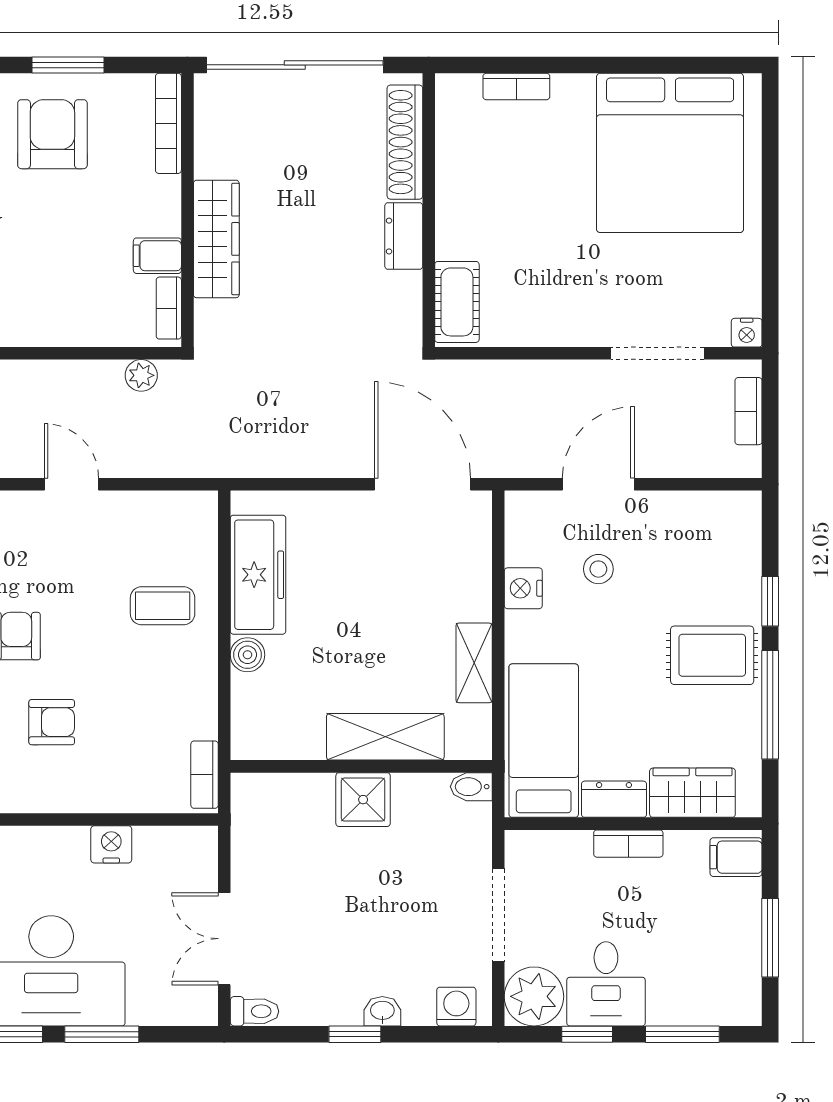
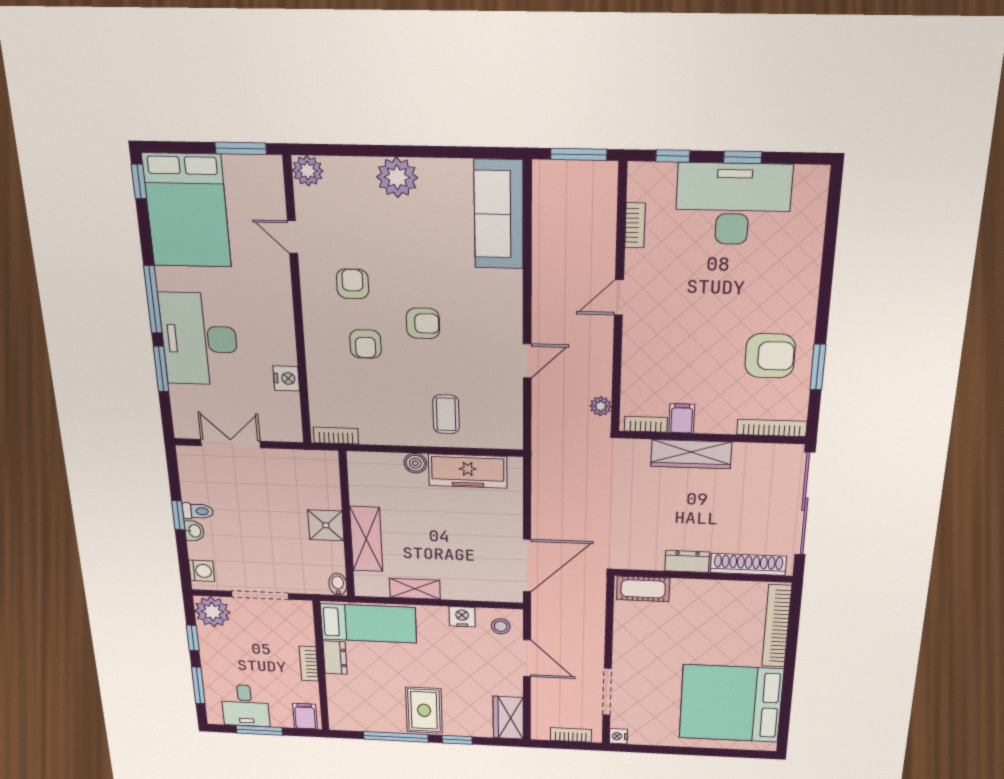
bookcase: (516, 87) -> (777, 626), width x2.31, depth x1.31
stool: (598, 569) -> (501, 626), moved
wardrobe: (692, 793) -> (508, 718), moved, turned 180
desk: (606, 984) -> (245, 706), moved, turned -90
toilet: (254, 1011) -> (198, 511), moved, turned -90

